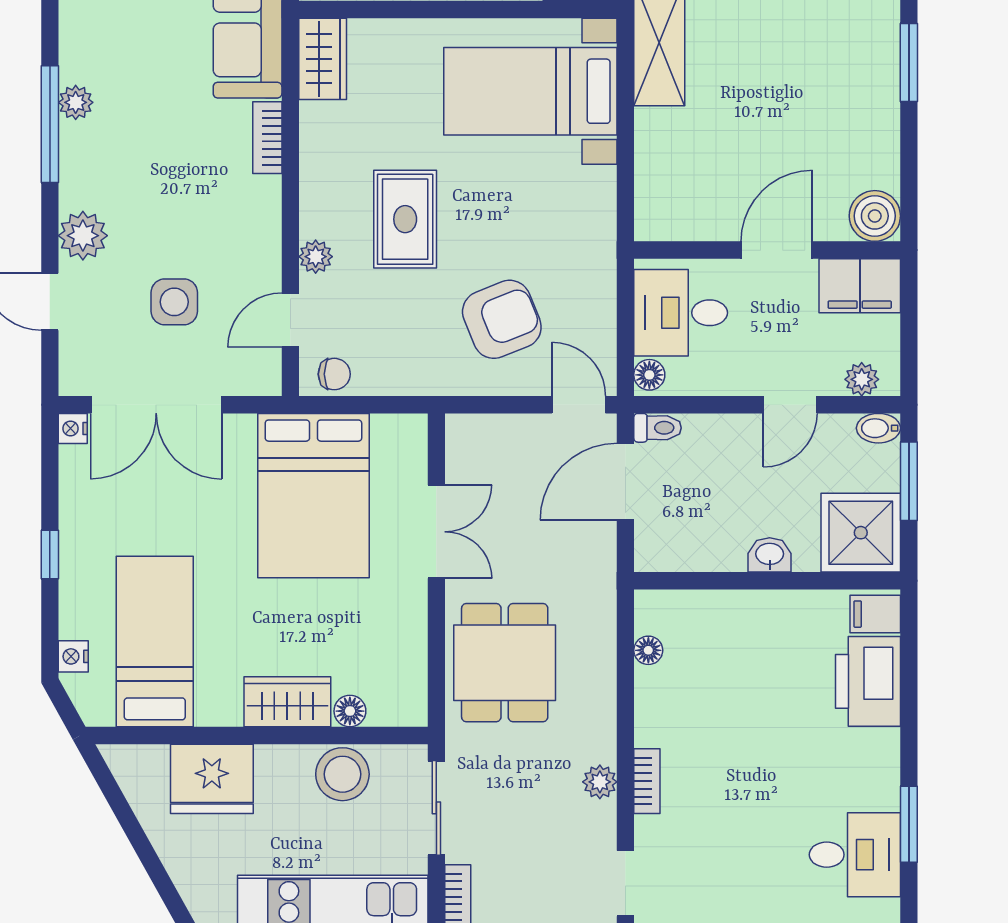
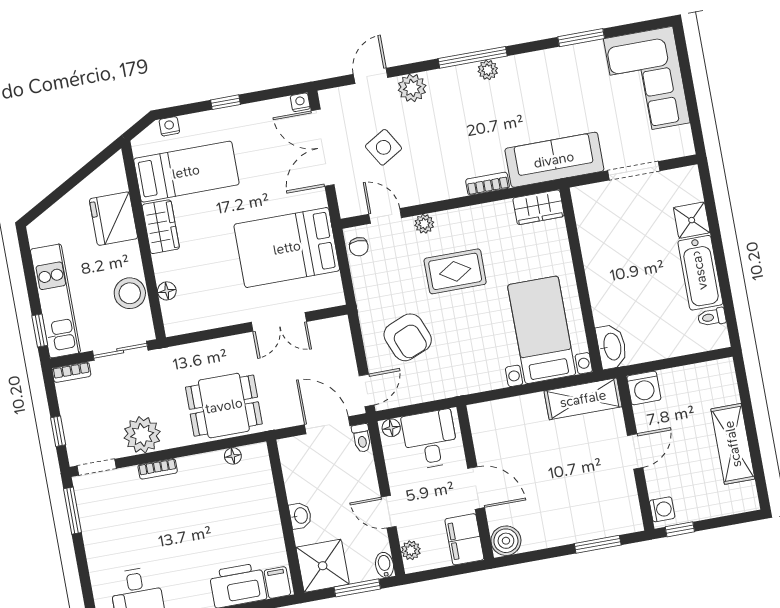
side table: (174, 302) -> (384, 147), turned -31
dining table: (505, 663) -> (224, 406), moved
wardrobe: (287, 702) -> (161, 227), moved
plant: (600, 782) -> (142, 435), width x1.88, depth x1.88

